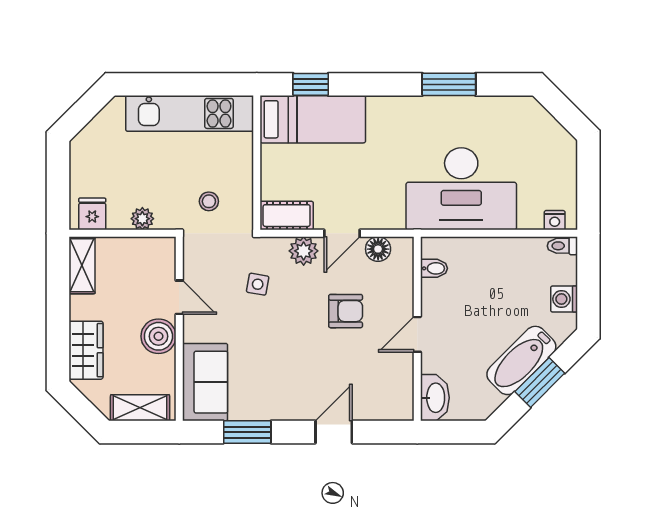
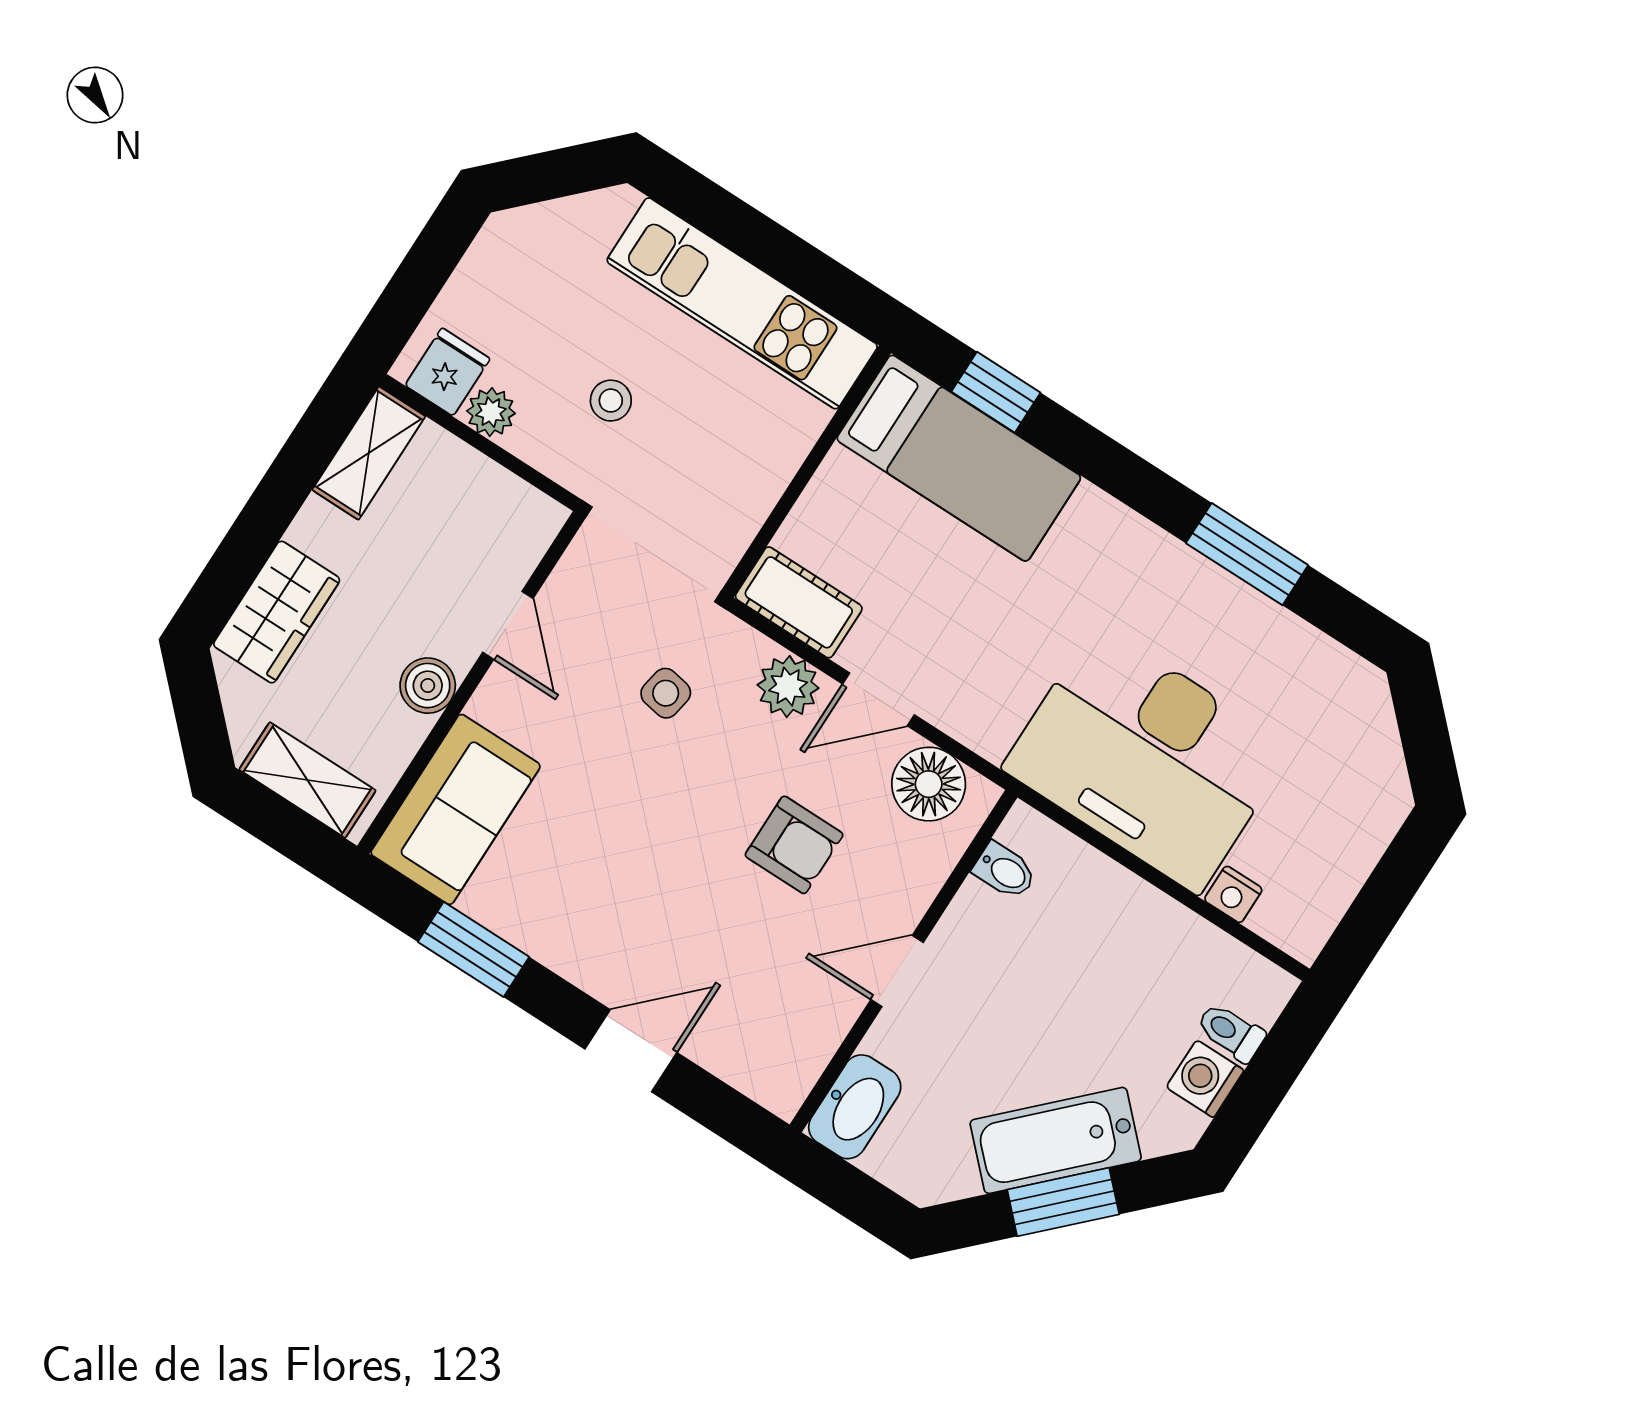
stool: (209, 201) -> (611, 401), moved
plant: (142, 219) -> (491, 412), moved
nightstand: (555, 220) -> (1233, 894), moved
toilet: (562, 246) -> (1231, 1032), moved
floor lamp: (378, 249) -> (929, 784), width x1.38, depth x1.38
boiler: (158, 336) -> (428, 686), width x0.73, depth x0.73

